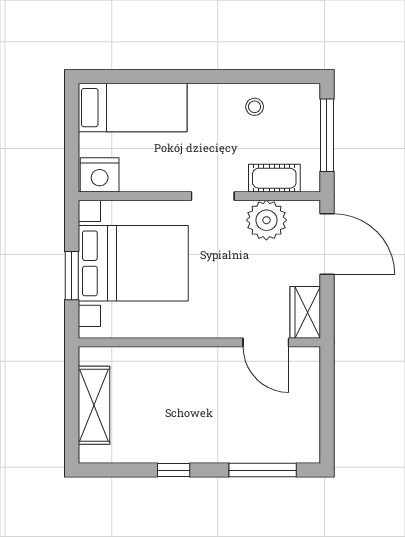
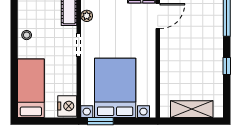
stool: (255, 107) -> (27, 35), moved
plant: (266, 220) -> (87, 16), width x0.53, depth x0.53
window: (72, 276) -> (100, 121), moved

